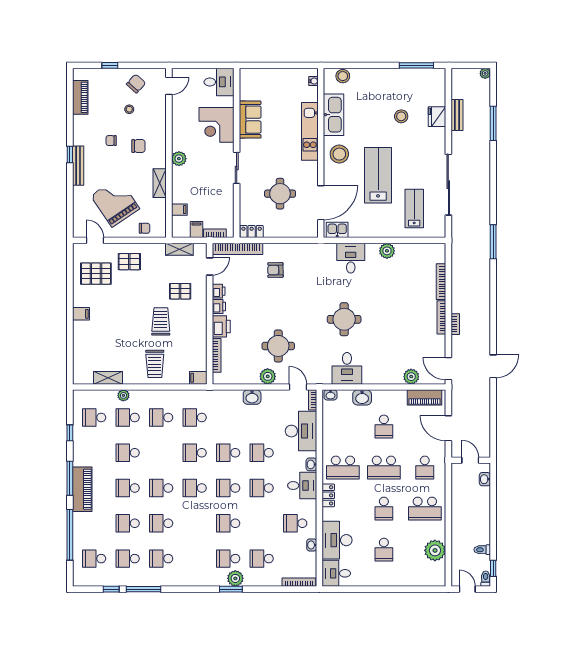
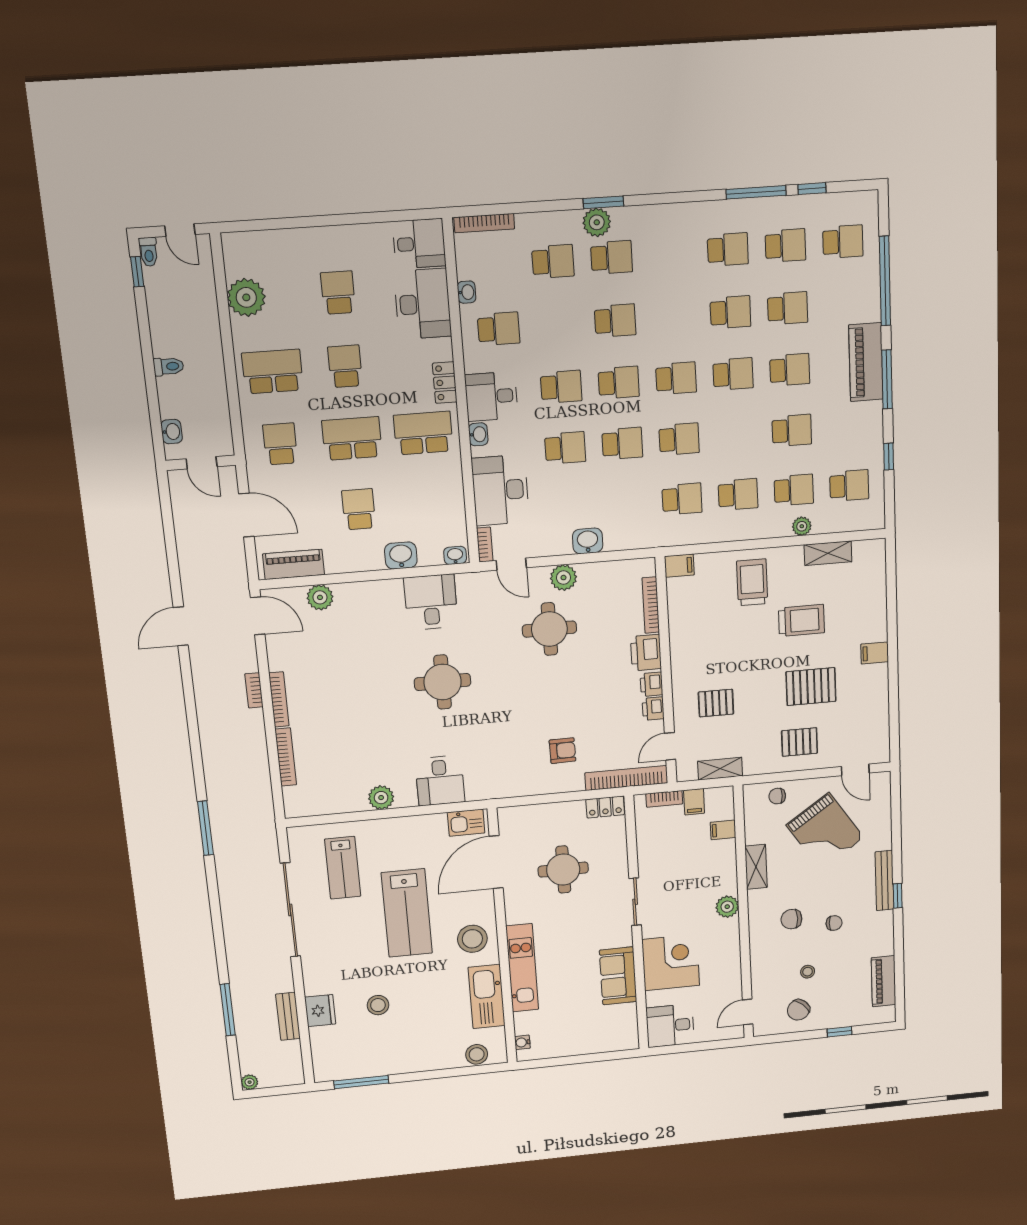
pallet: (96, 274) -> (811, 687), moved
trolley: (161, 321) -> (802, 620), moved, turned -90
toilet: (482, 550) -> (169, 366), moved

